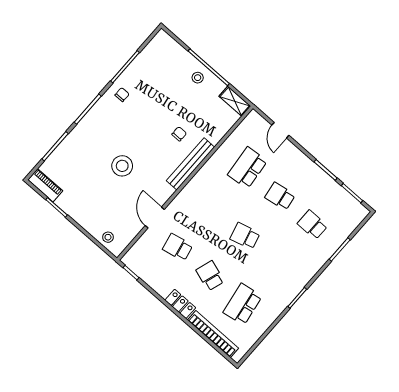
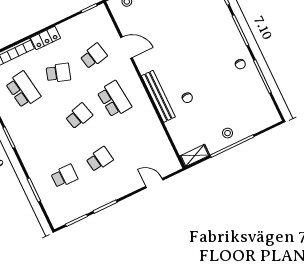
stool: (122, 166) -> (181, 39), removed
school desk: (248, 168) -> (114, 99), moved

